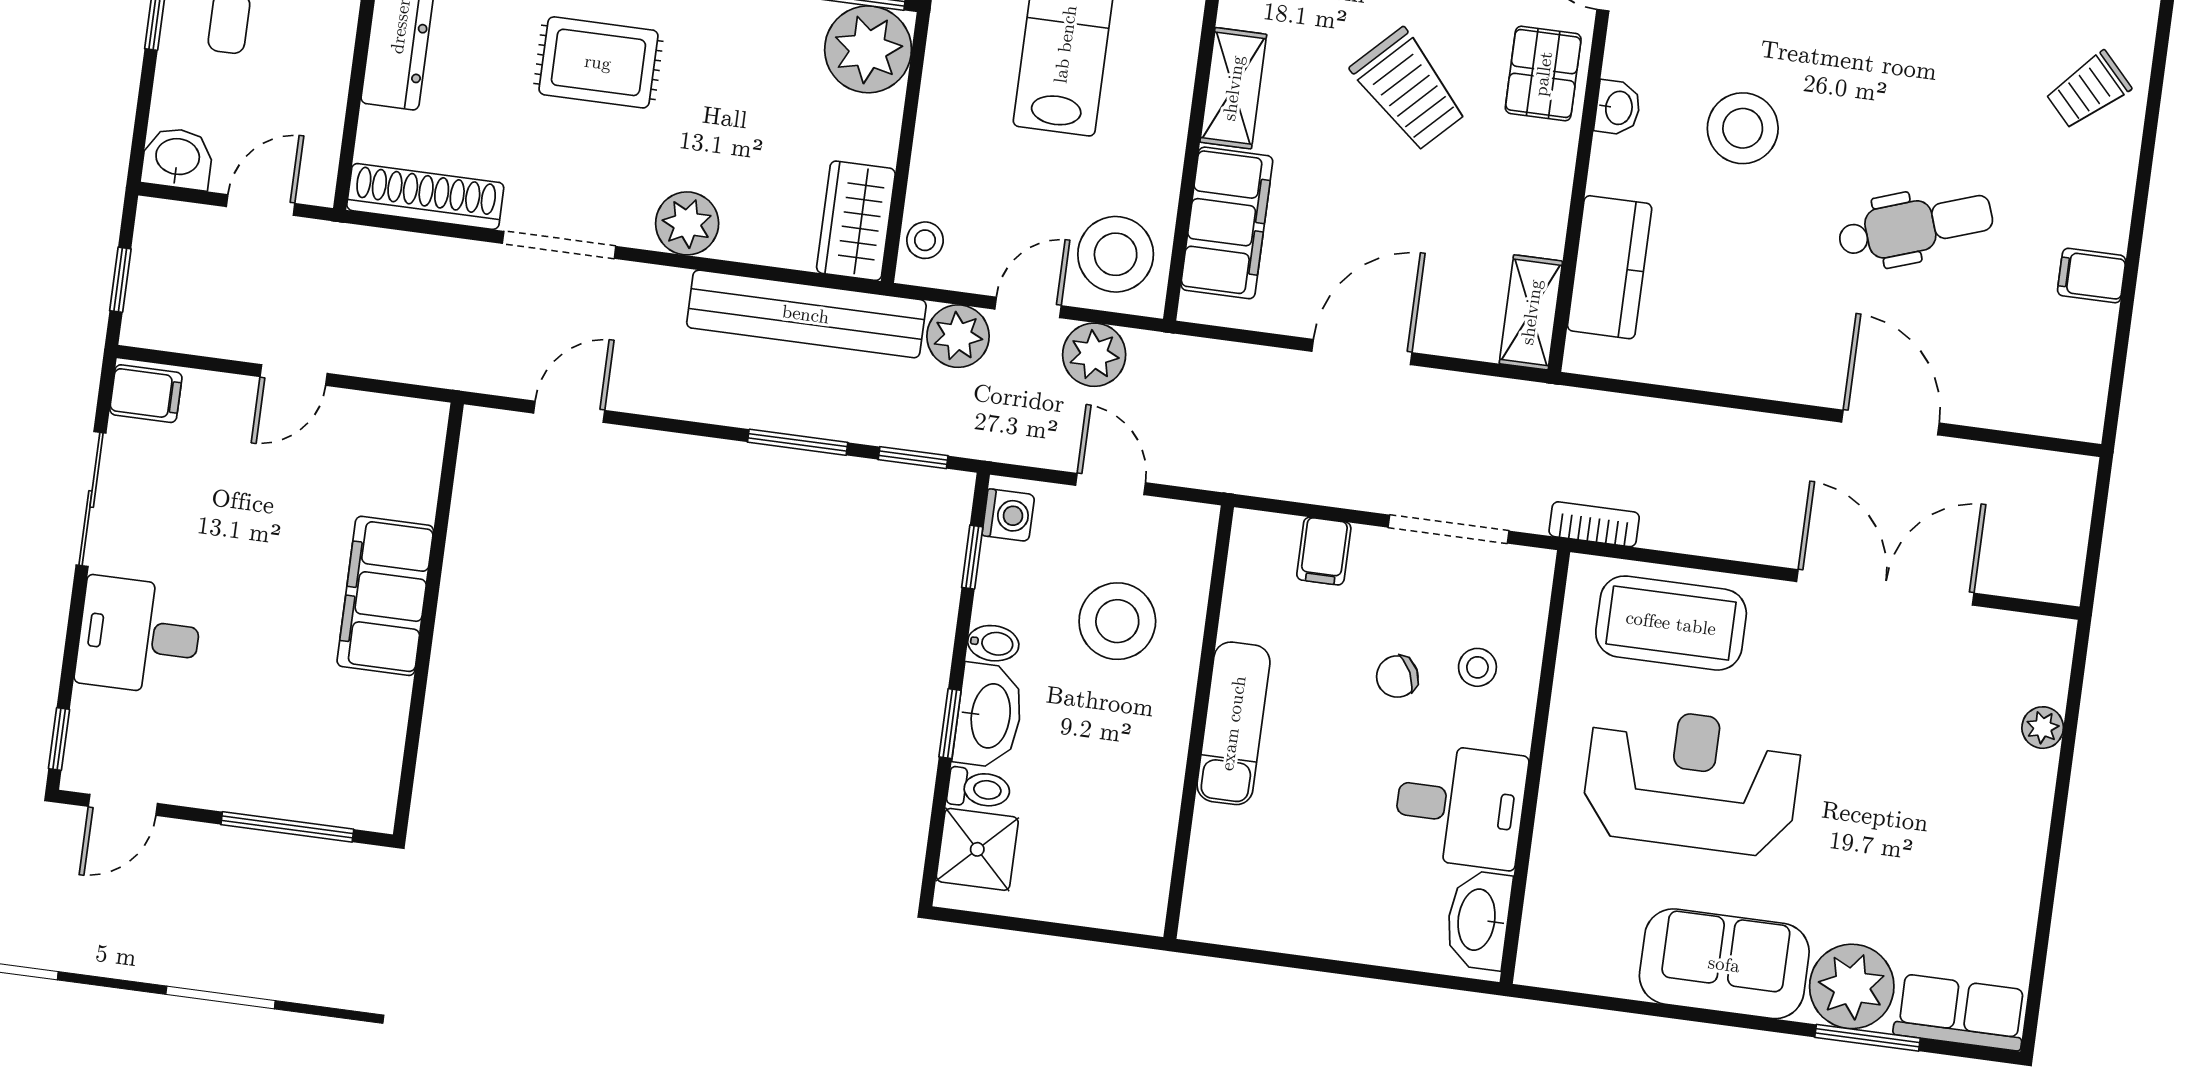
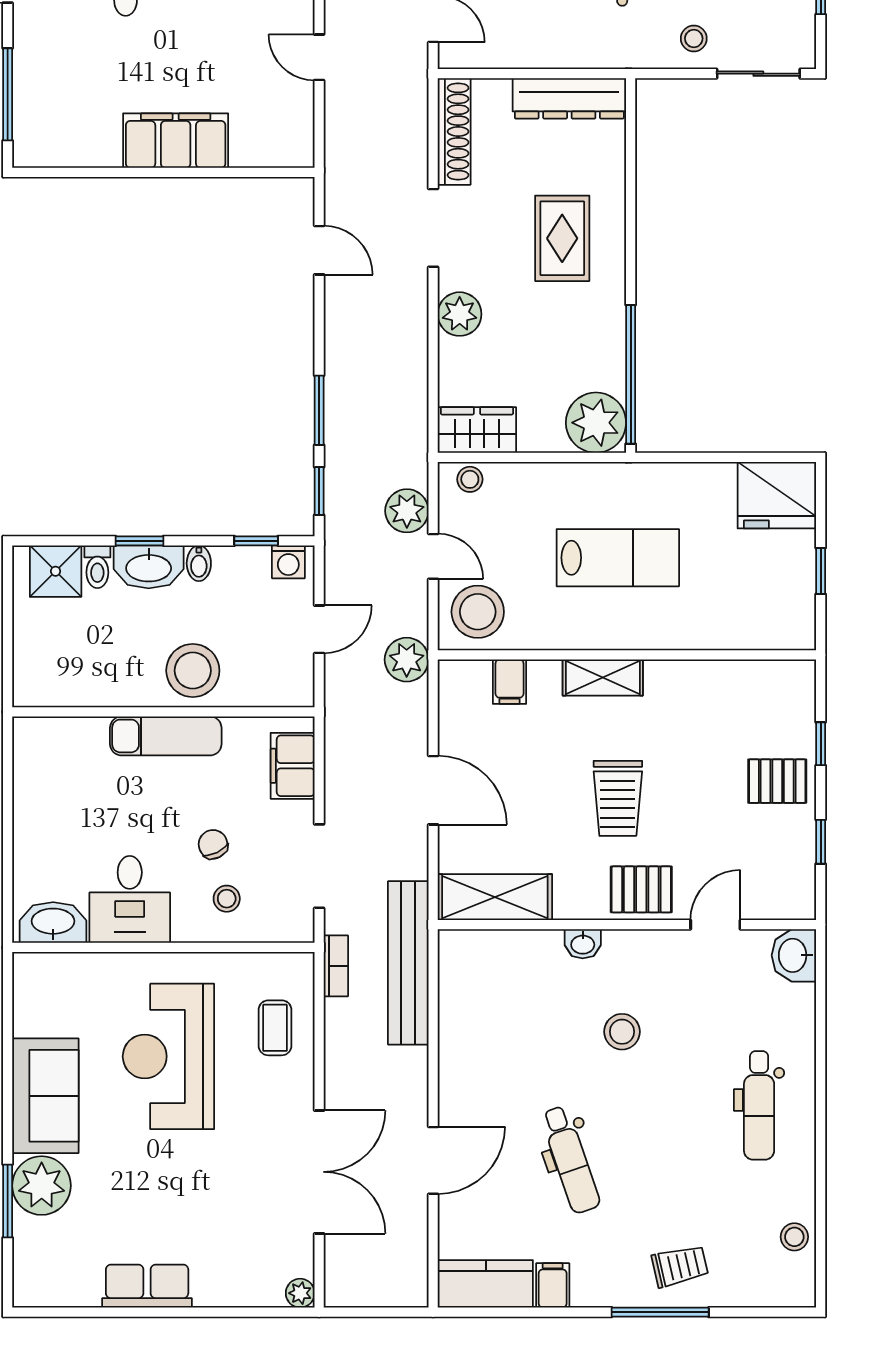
trolley: (1409, 90) -> (618, 798), turned -45
trolley: (2088, 90) -> (680, 1266), turned 120
washbasin: (1618, 108) -> (583, 944), moved
window: (2150, 127) -> (660, 1312), added
stool: (1743, 128) -> (622, 1032), width x0.73, depth x0.73
filing cabinet: (1227, 223) -> (509, 682), width x0.33, depth x0.86
kitchen counter: (1610, 267) -> (486, 1284), moved, turned 180
shelving: (1531, 312) -> (495, 897), width x1.50, depth x1.33
bench: (806, 314) -> (408, 963), moved
plant: (1094, 355) -> (407, 660), moved
filing cabinet: (1324, 551) -> (293, 766), width x2.00
stool: (1117, 621) -> (193, 671), moved
coffee table: (1671, 623) -> (275, 1028), width x0.54, depth x0.58
plant: (2043, 728) -> (300, 1293), moved
reception desk: (1692, 781) -> (168, 1056), turned 180
row of seats: (1960, 1012) -> (147, 1286), moved, turned -90

